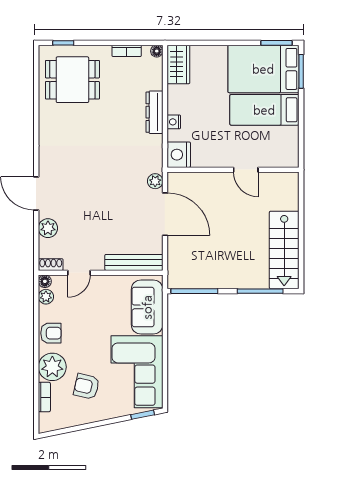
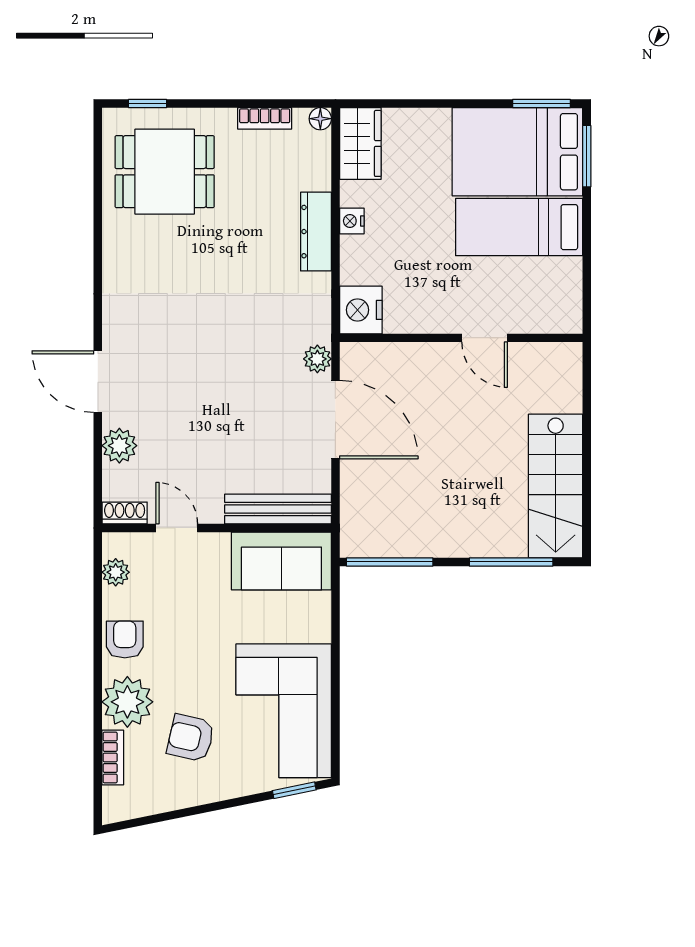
nightstand: (174, 122) -> (352, 221), moved
door: (79, 273) -> (177, 528), swing flipped
floor lamp: (45, 281) -> (114, 544), removed
sofa: (147, 307) -> (281, 561), moved, turned -90
armchair: (51, 333) -> (125, 639), turned -90

